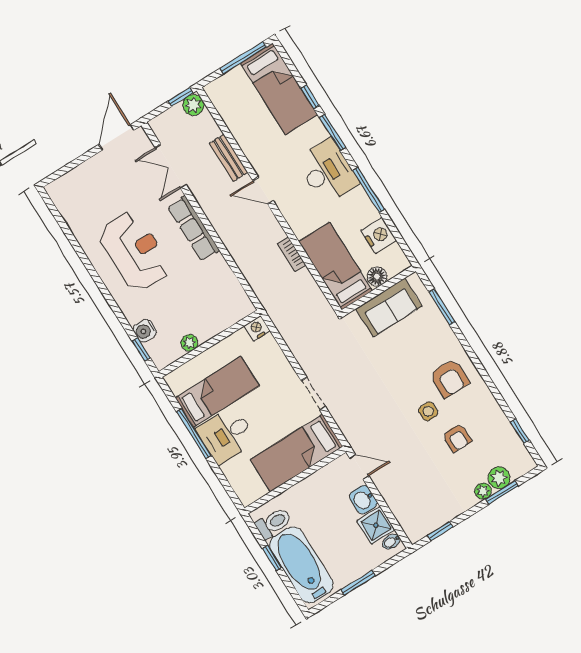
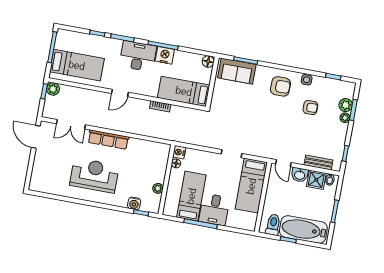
bed: (279, 89) -> (77, 65), moved
bench: (229, 158) -> (318, 162), moved
nightstand: (379, 235) -> (165, 55), moved
floor lamp: (377, 277) -> (208, 61), moved
sofa: (389, 307) -> (237, 71), moved, turned 90
floor lamp: (240, 337) -> (176, 163), added
side table: (428, 411) -> (307, 80), moved
door: (359, 467) -> (283, 163), swing flipped

